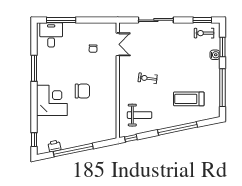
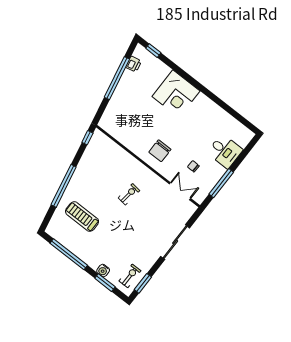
window: (61, 20) -> (221, 183), moved
desk: (51, 35) -> (225, 151), moved
double door: (118, 44) -> (180, 191), swing flipped
window: (34, 68) -> (217, 100), removed
chair: (82, 91) -> (160, 151), moved
treadmill: (189, 99) -> (82, 216), turned -90
weight bench: (140, 115) -> (102, 161), removed

